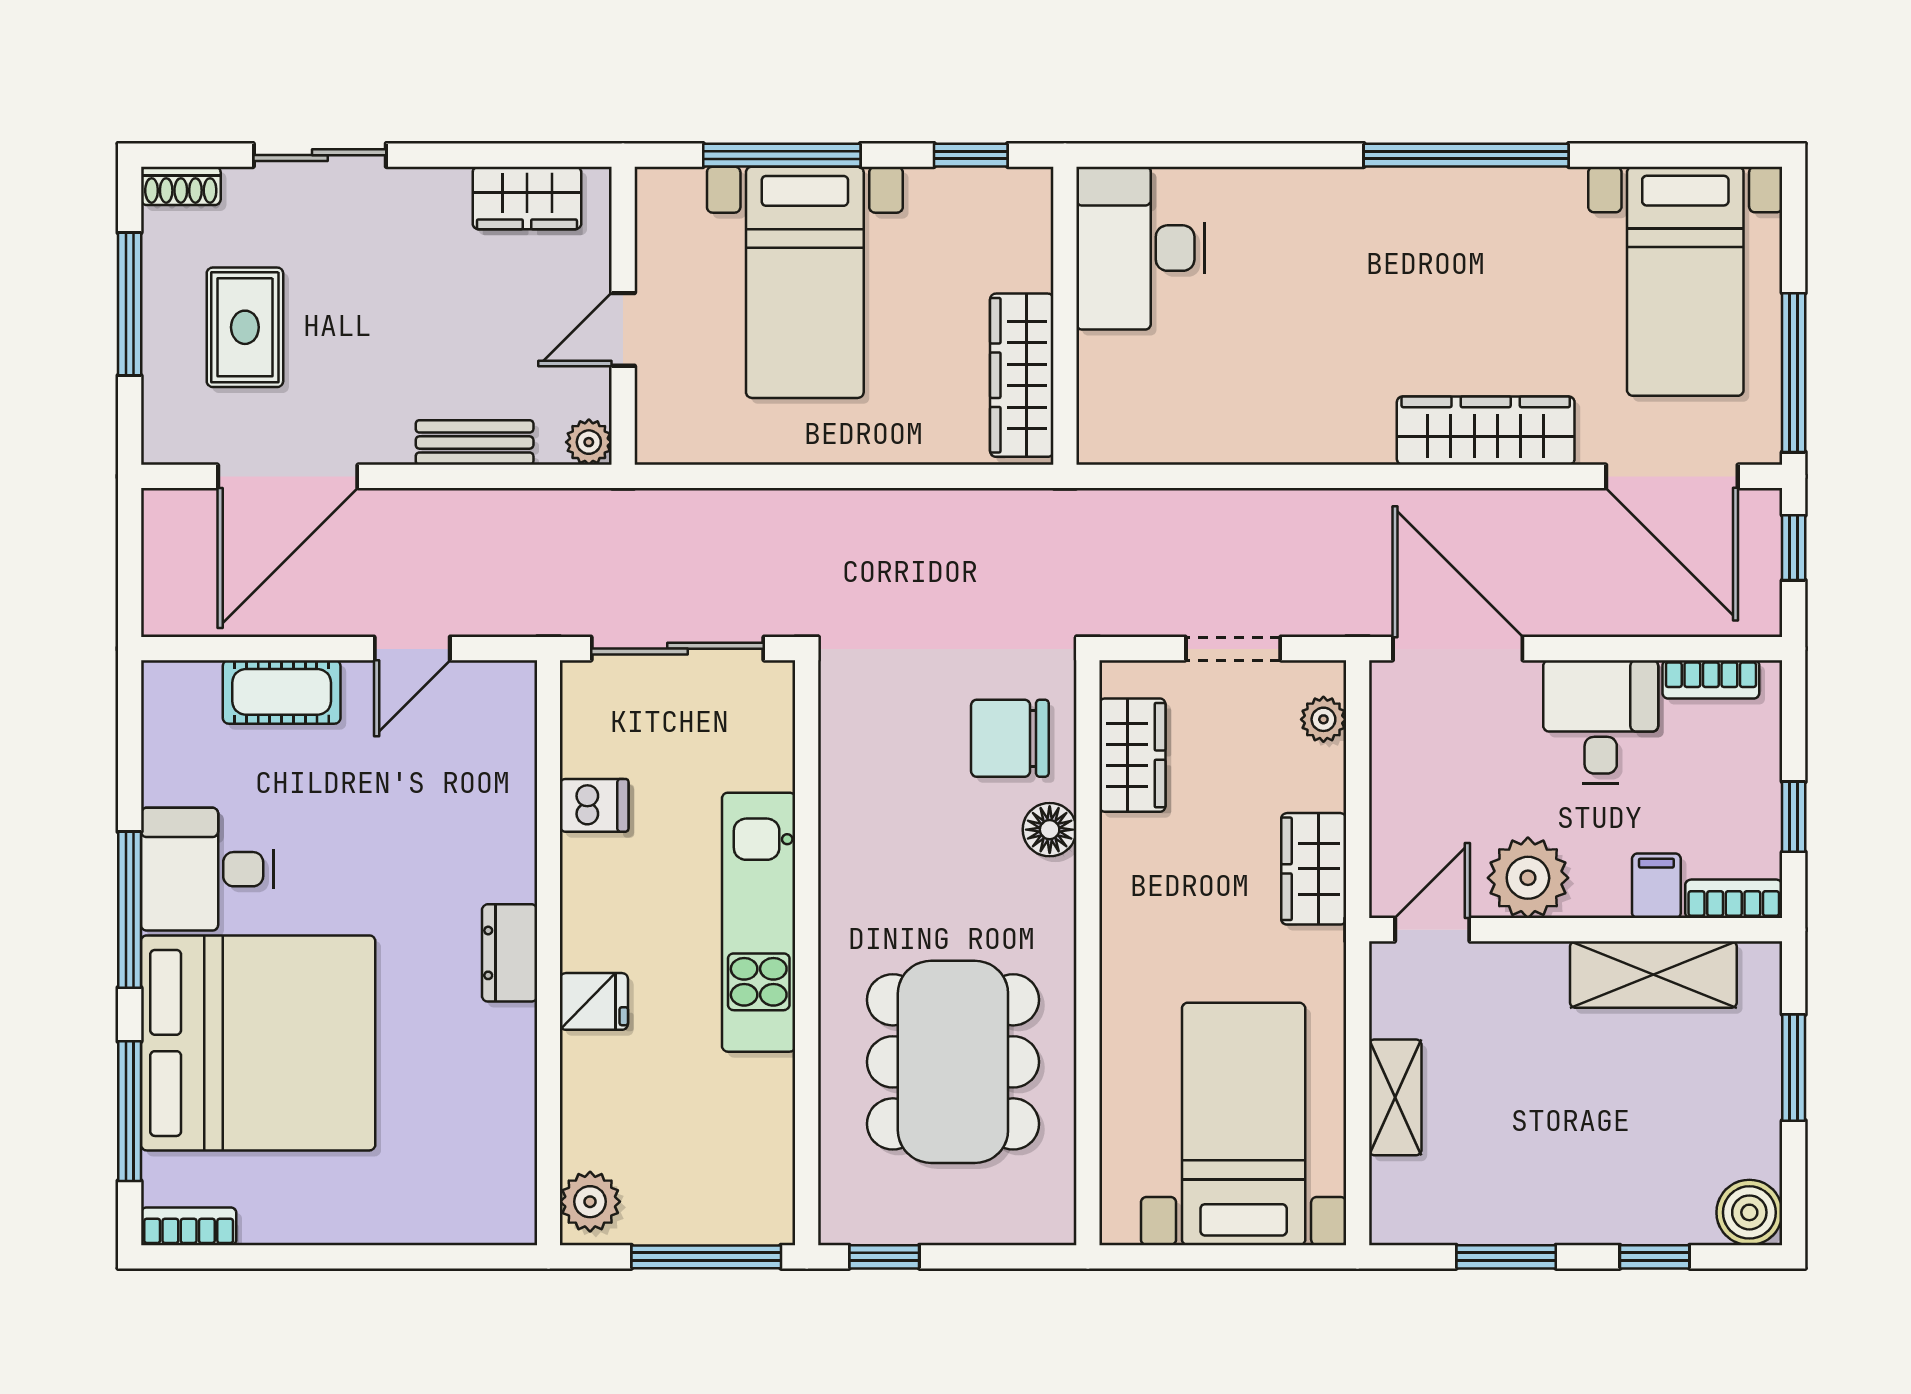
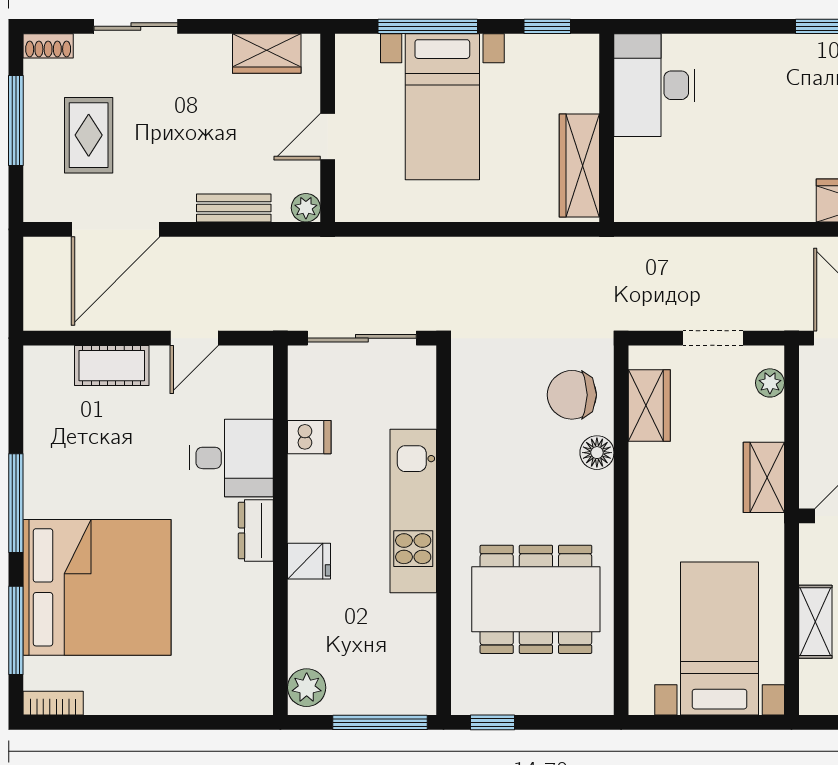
desk: (207, 869) -> (231, 458), moved, turned 180
dining table: (953, 1062) -> (536, 599), turned 90

